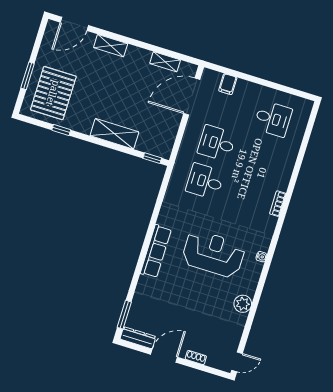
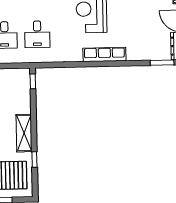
shelving: (114, 134) -> (24, 133), moved

